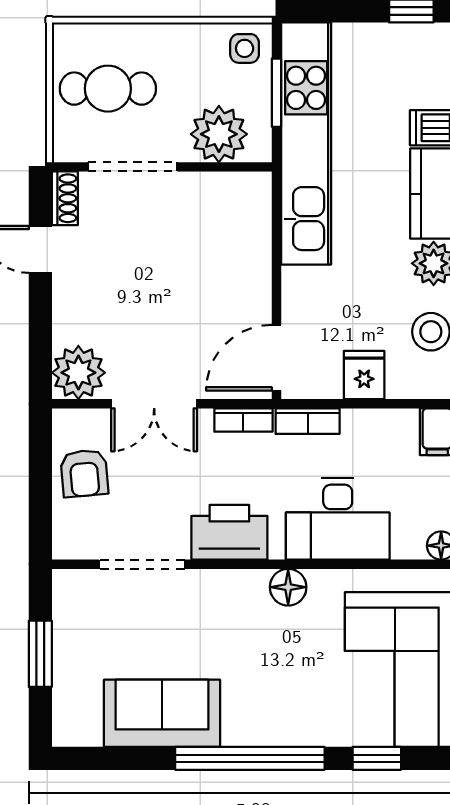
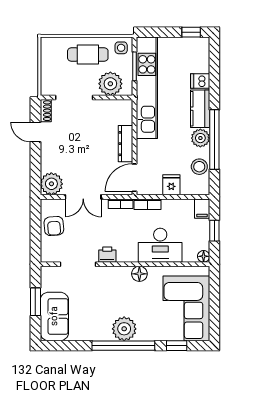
cafe table: (108, 89) -> (88, 54), moved
dresser: (255, 277) -> (125, 144), added
printer: (229, 532) -> (107, 255), width x0.53, depth x0.68
sofa: (162, 713) -> (54, 316), moved, turned 90
plant: (252, 718) -> (124, 329), added

